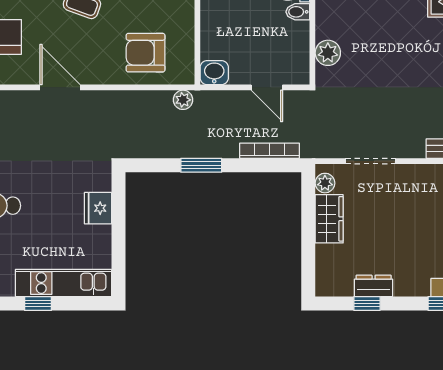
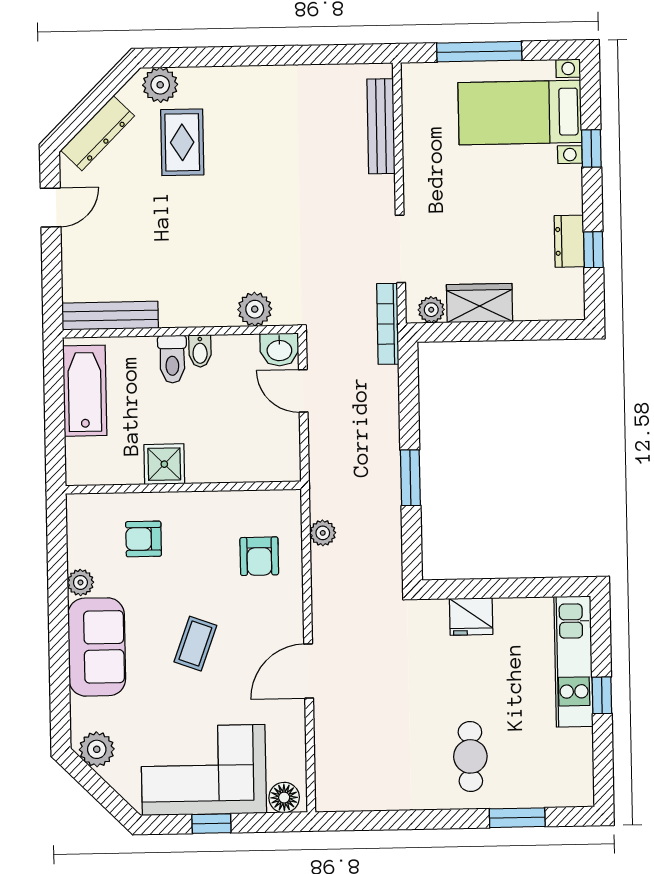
armchair: (146, 53) -> (259, 556), width x0.72, depth x0.72
washbasin: (214, 73) -> (279, 350), moved, turned -90
door: (267, 87) -> (303, 391), swing flipped
plant: (183, 100) -> (323, 533), moved
bookcase: (270, 151) -> (388, 324), moved

